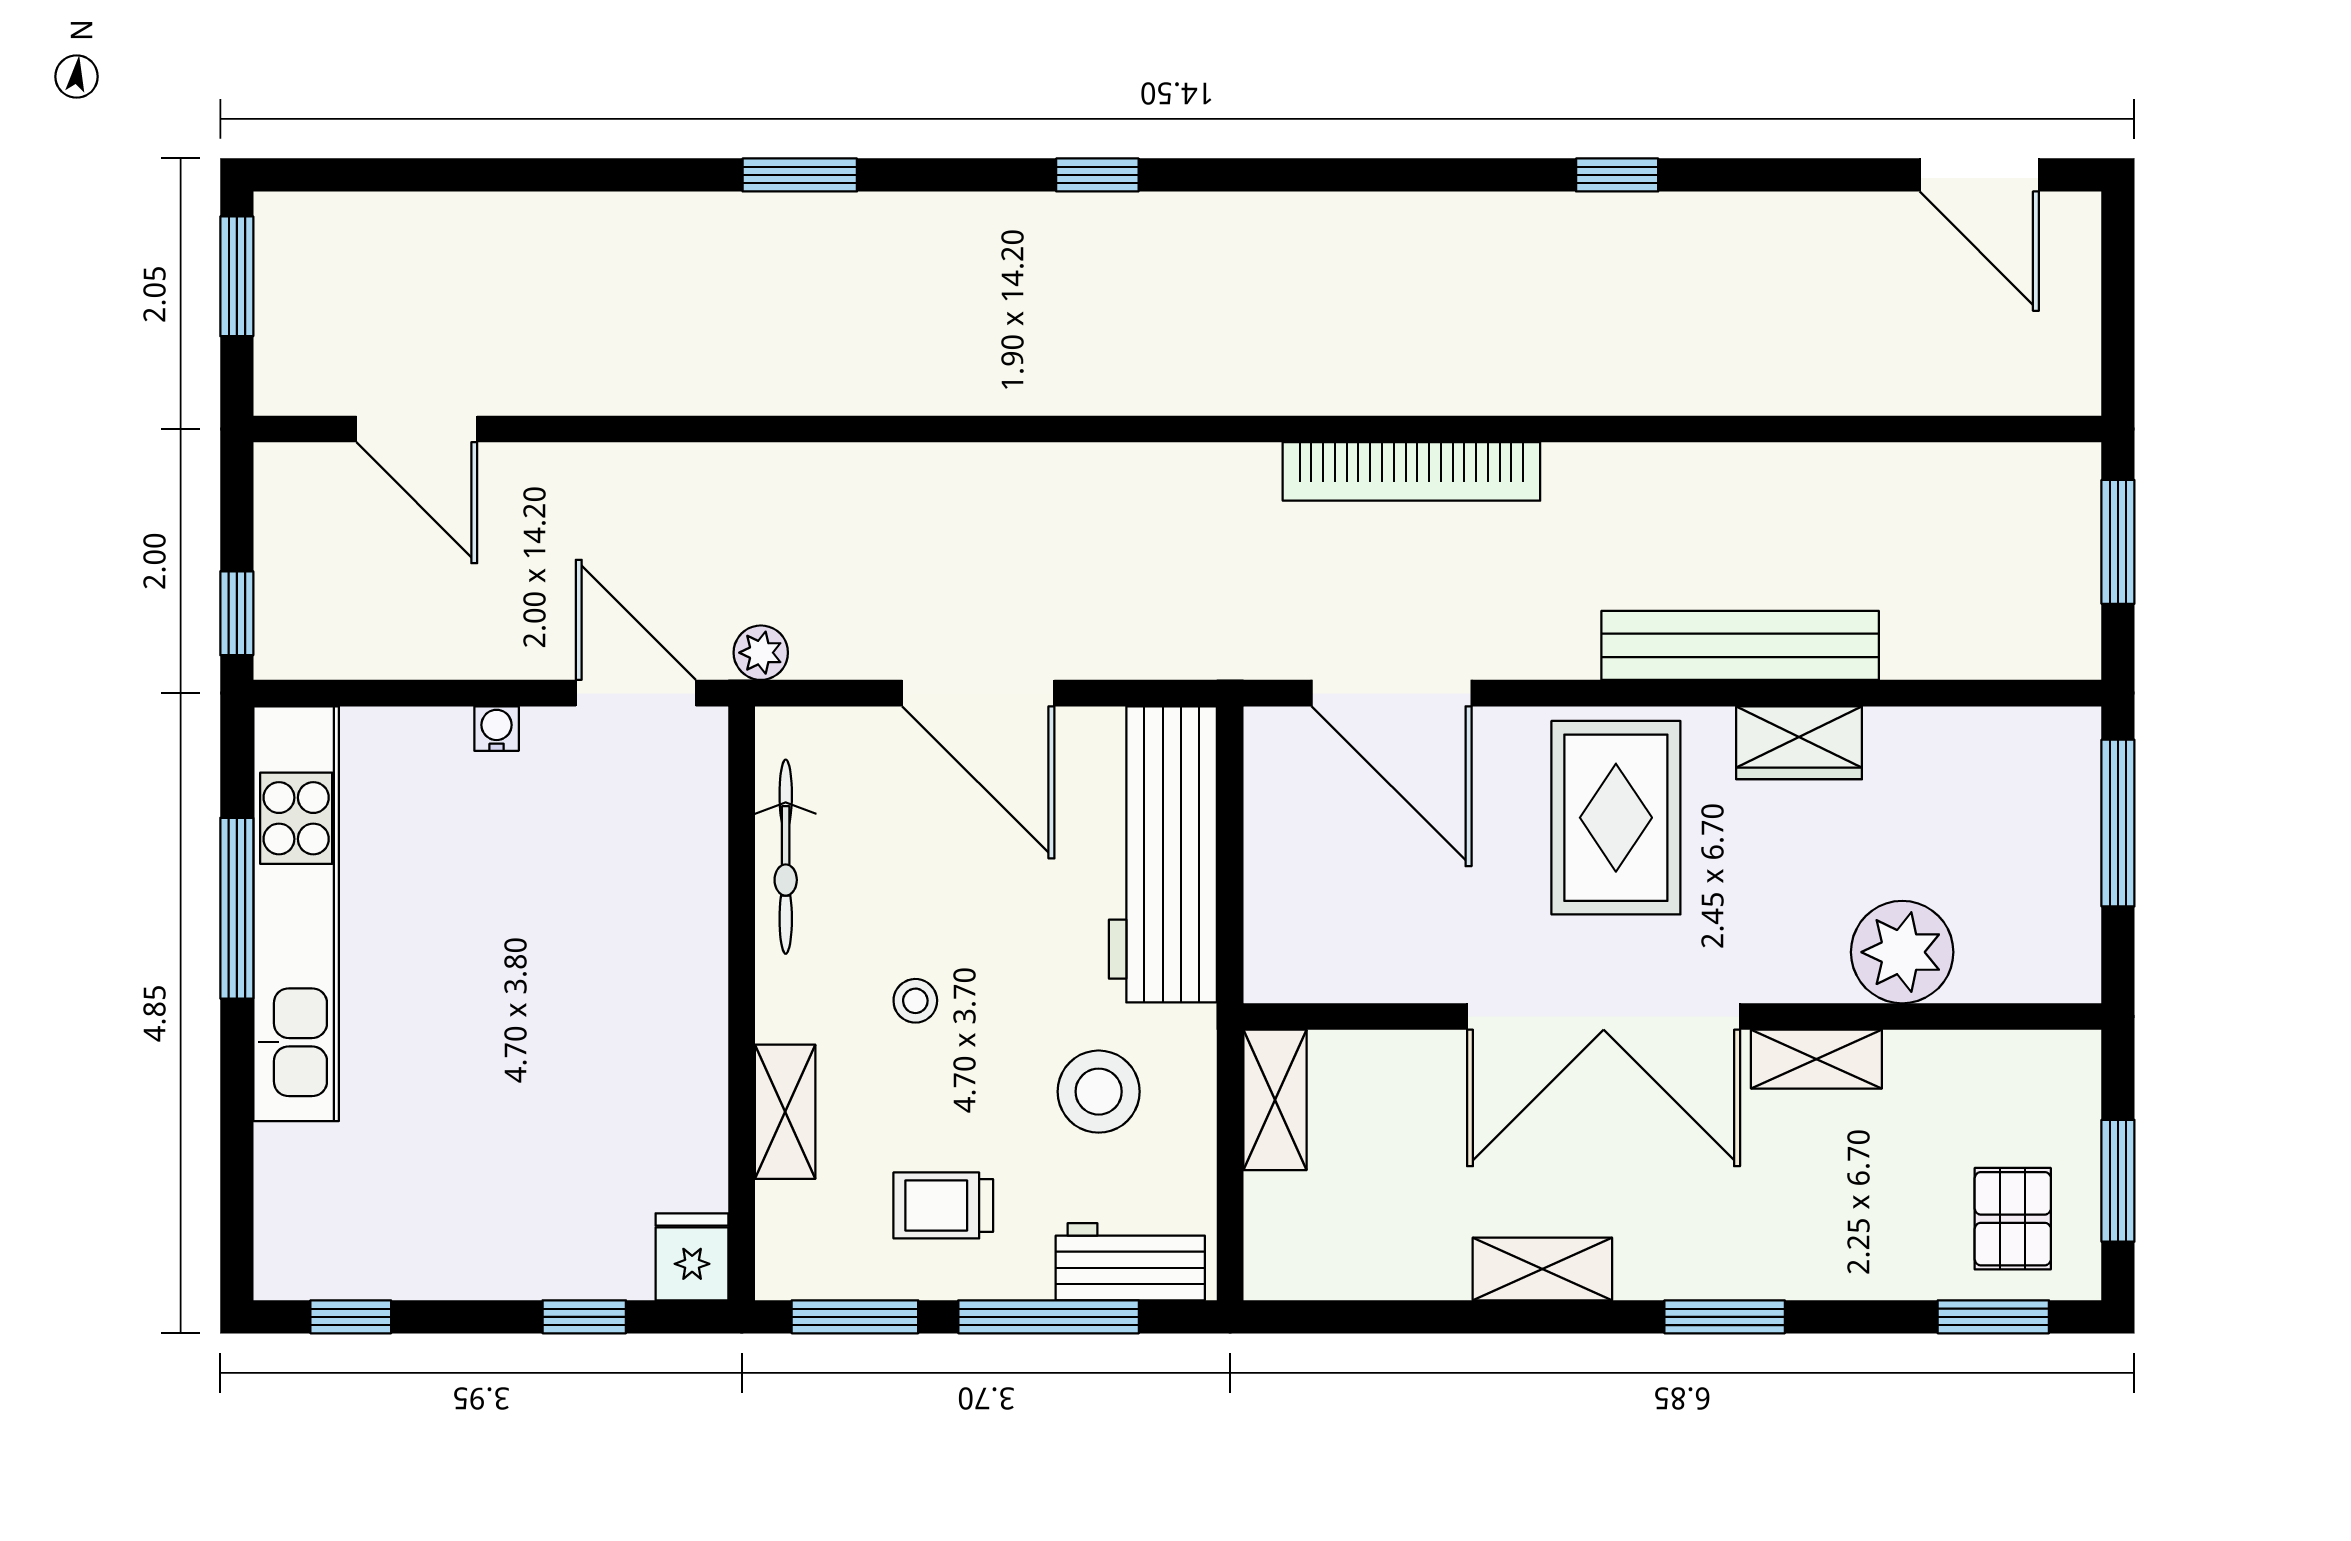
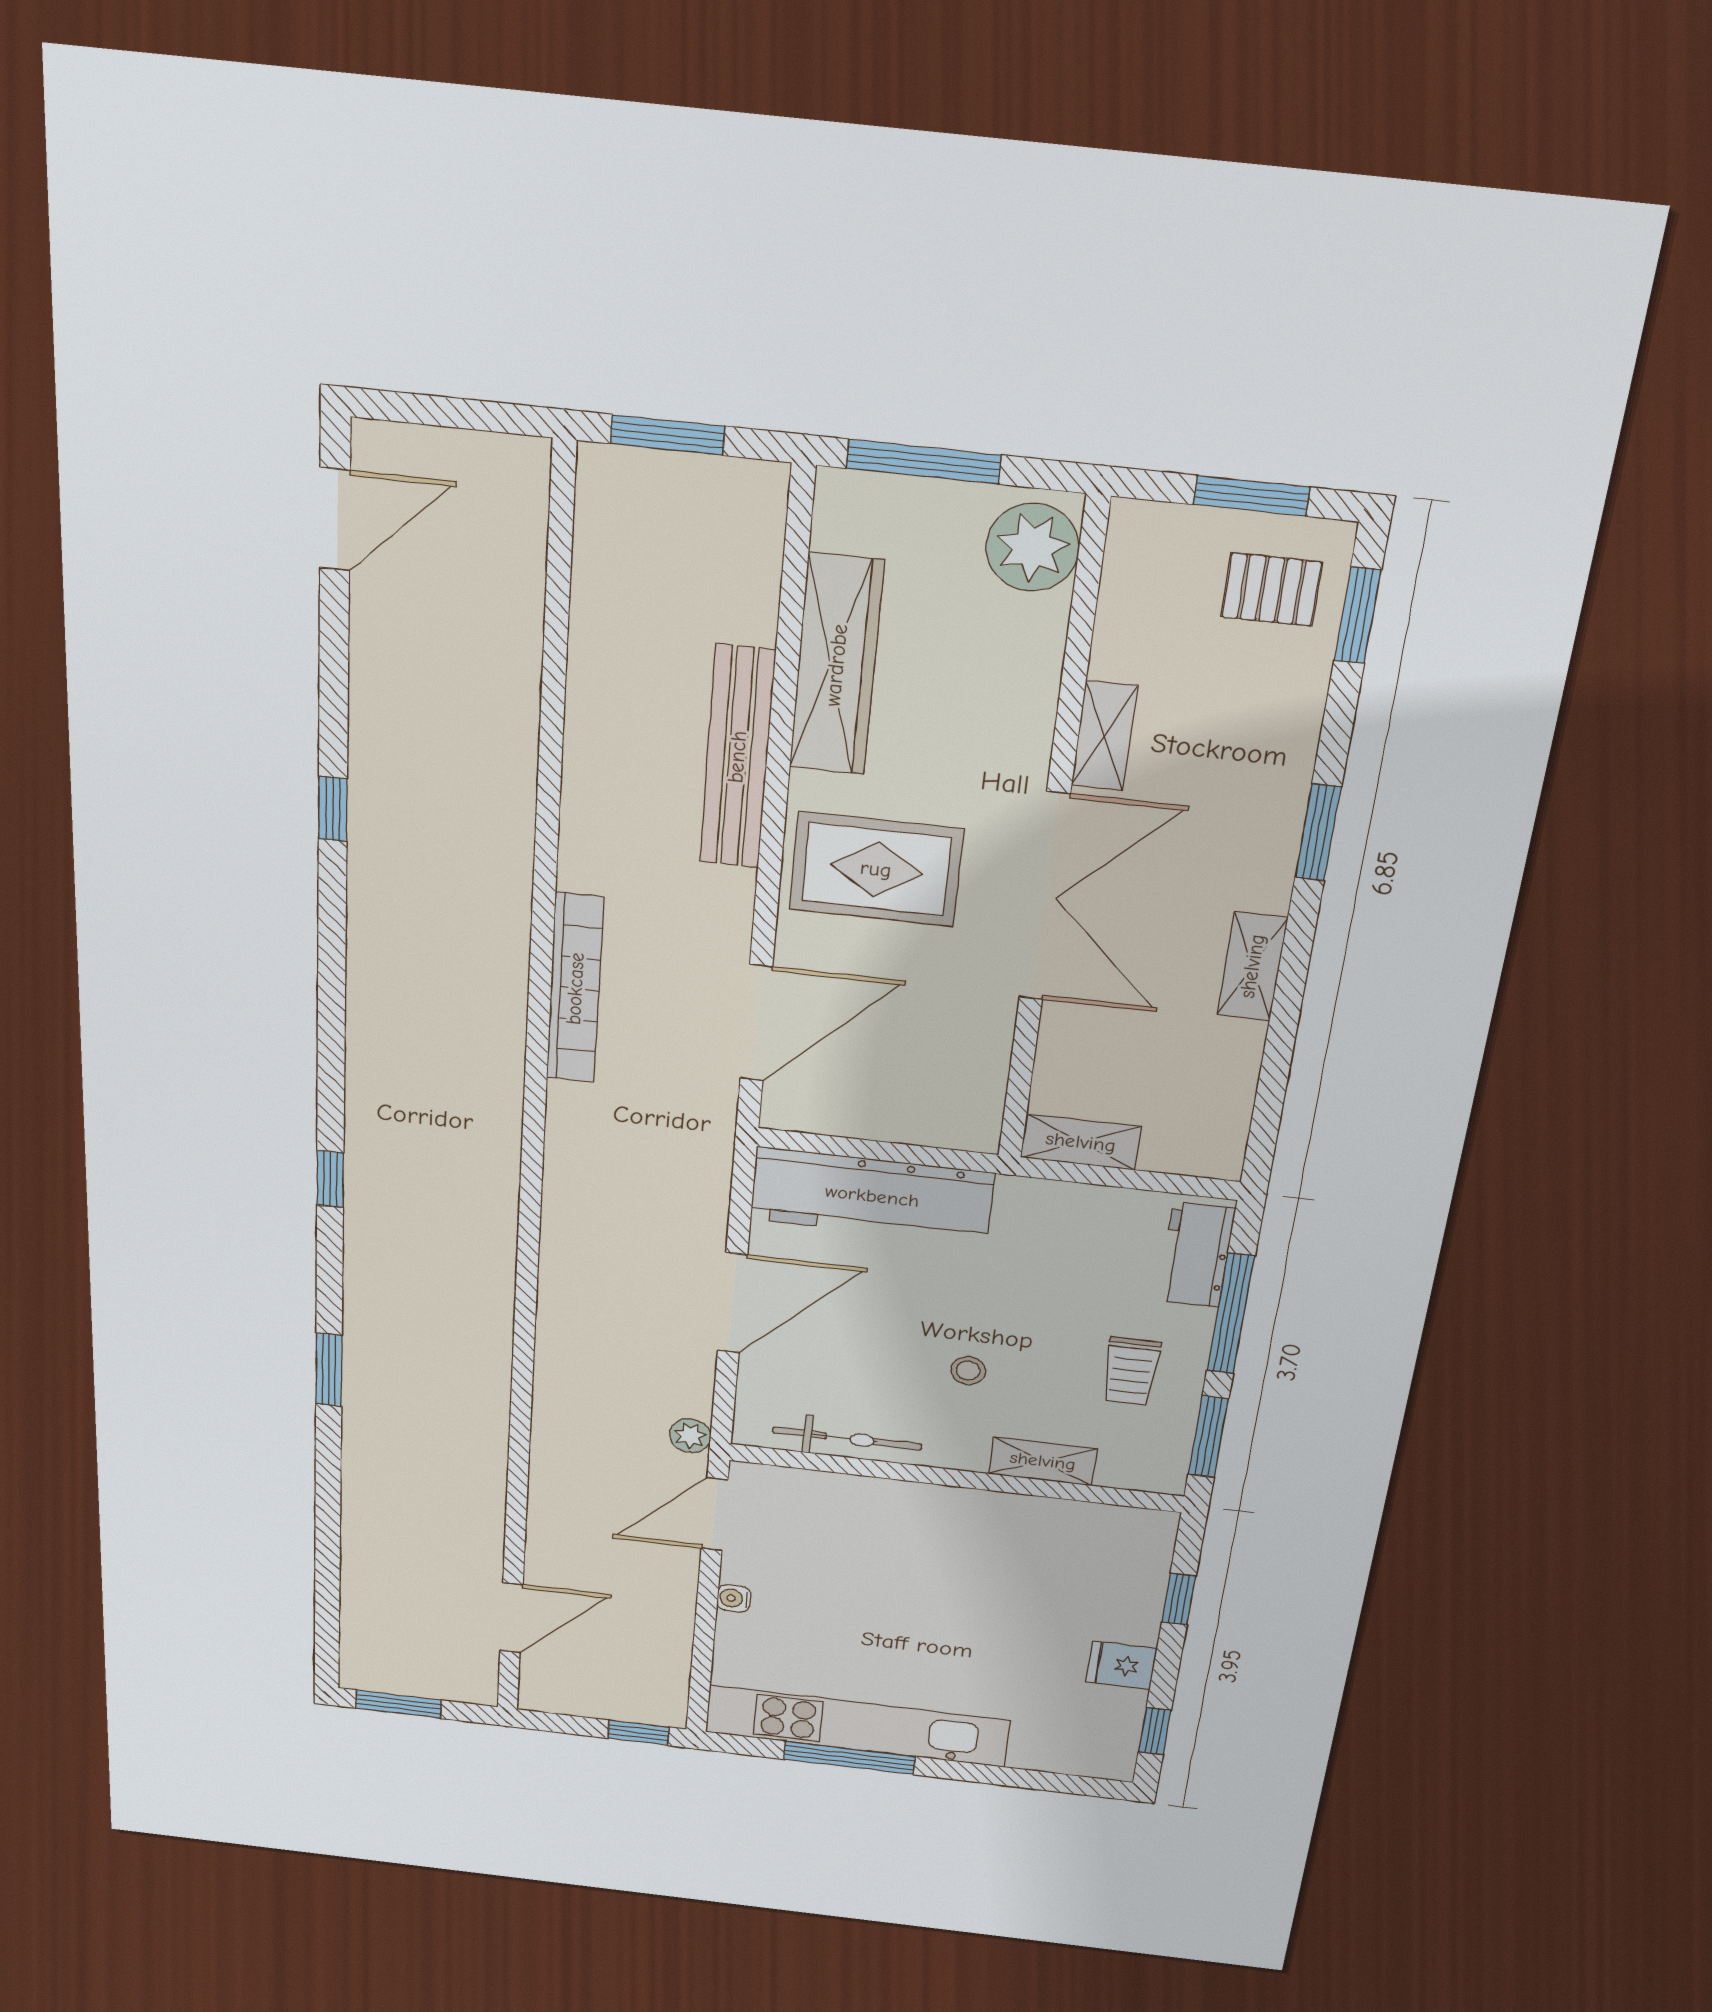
wardrobe: (1799, 743) -> (836, 665), width x2.10, depth x1.17
plant: (1902, 952) -> (1032, 547), moved
stool: (1099, 1092) -> (1056, 1260), removed
fridge: (692, 1257) -> (1121, 1665), moved

